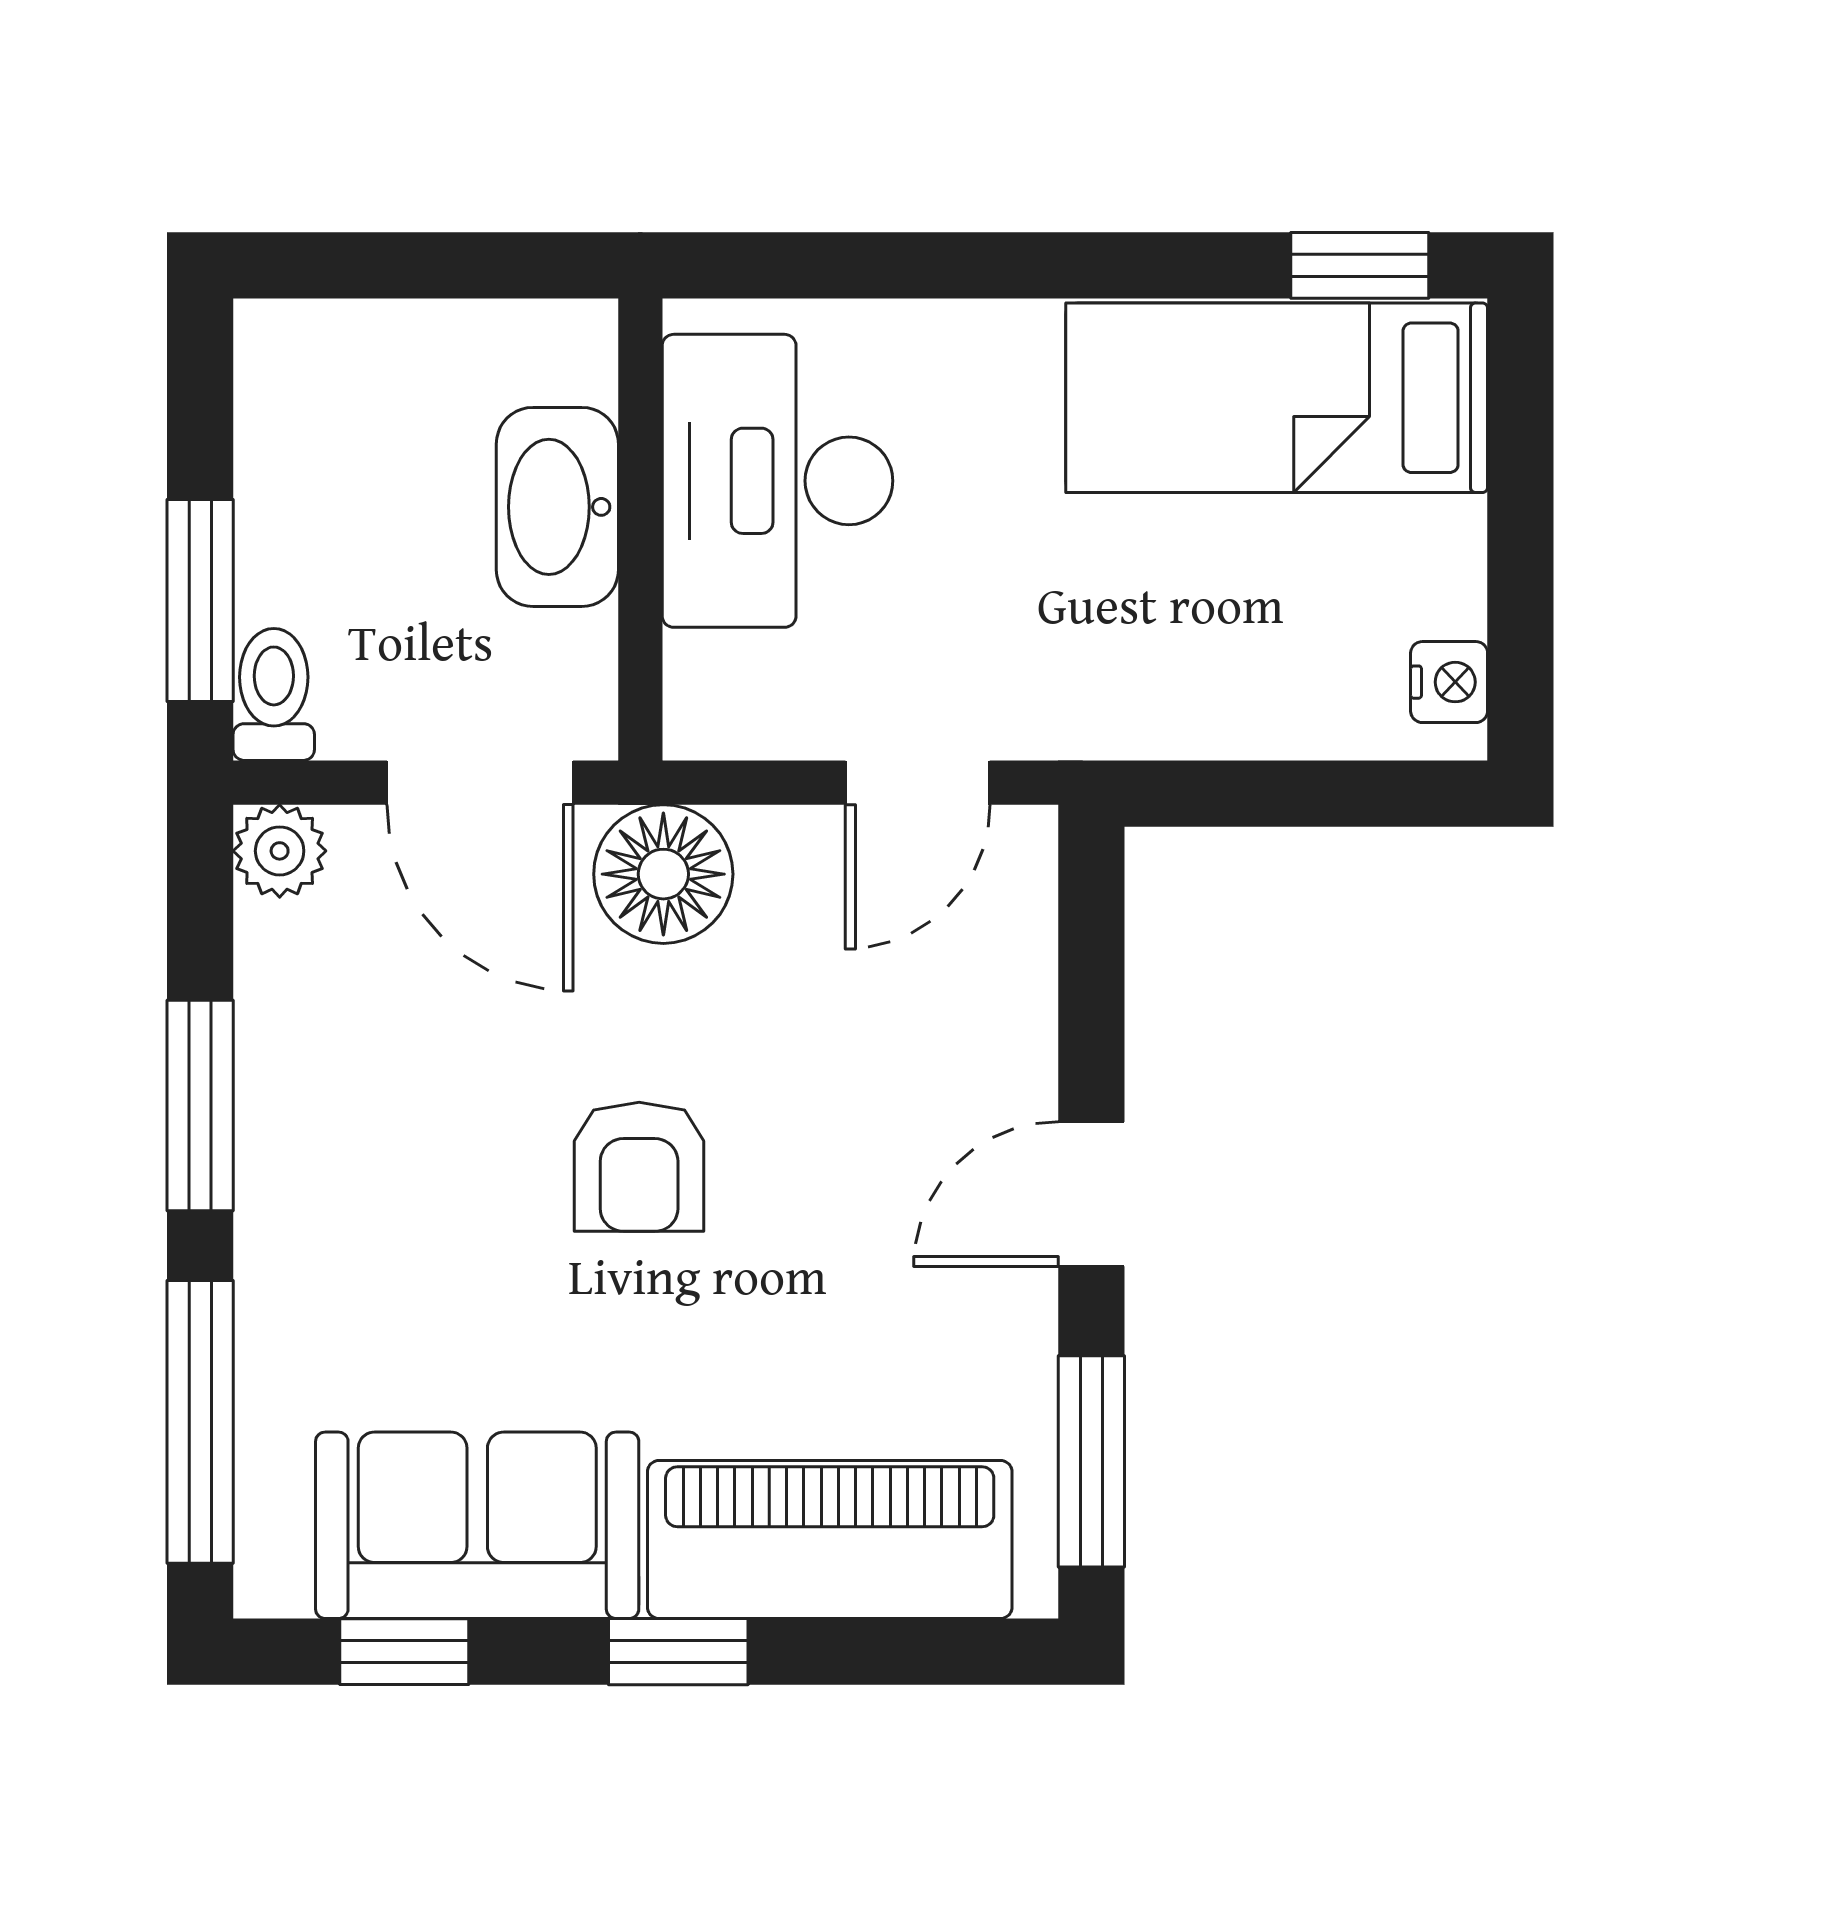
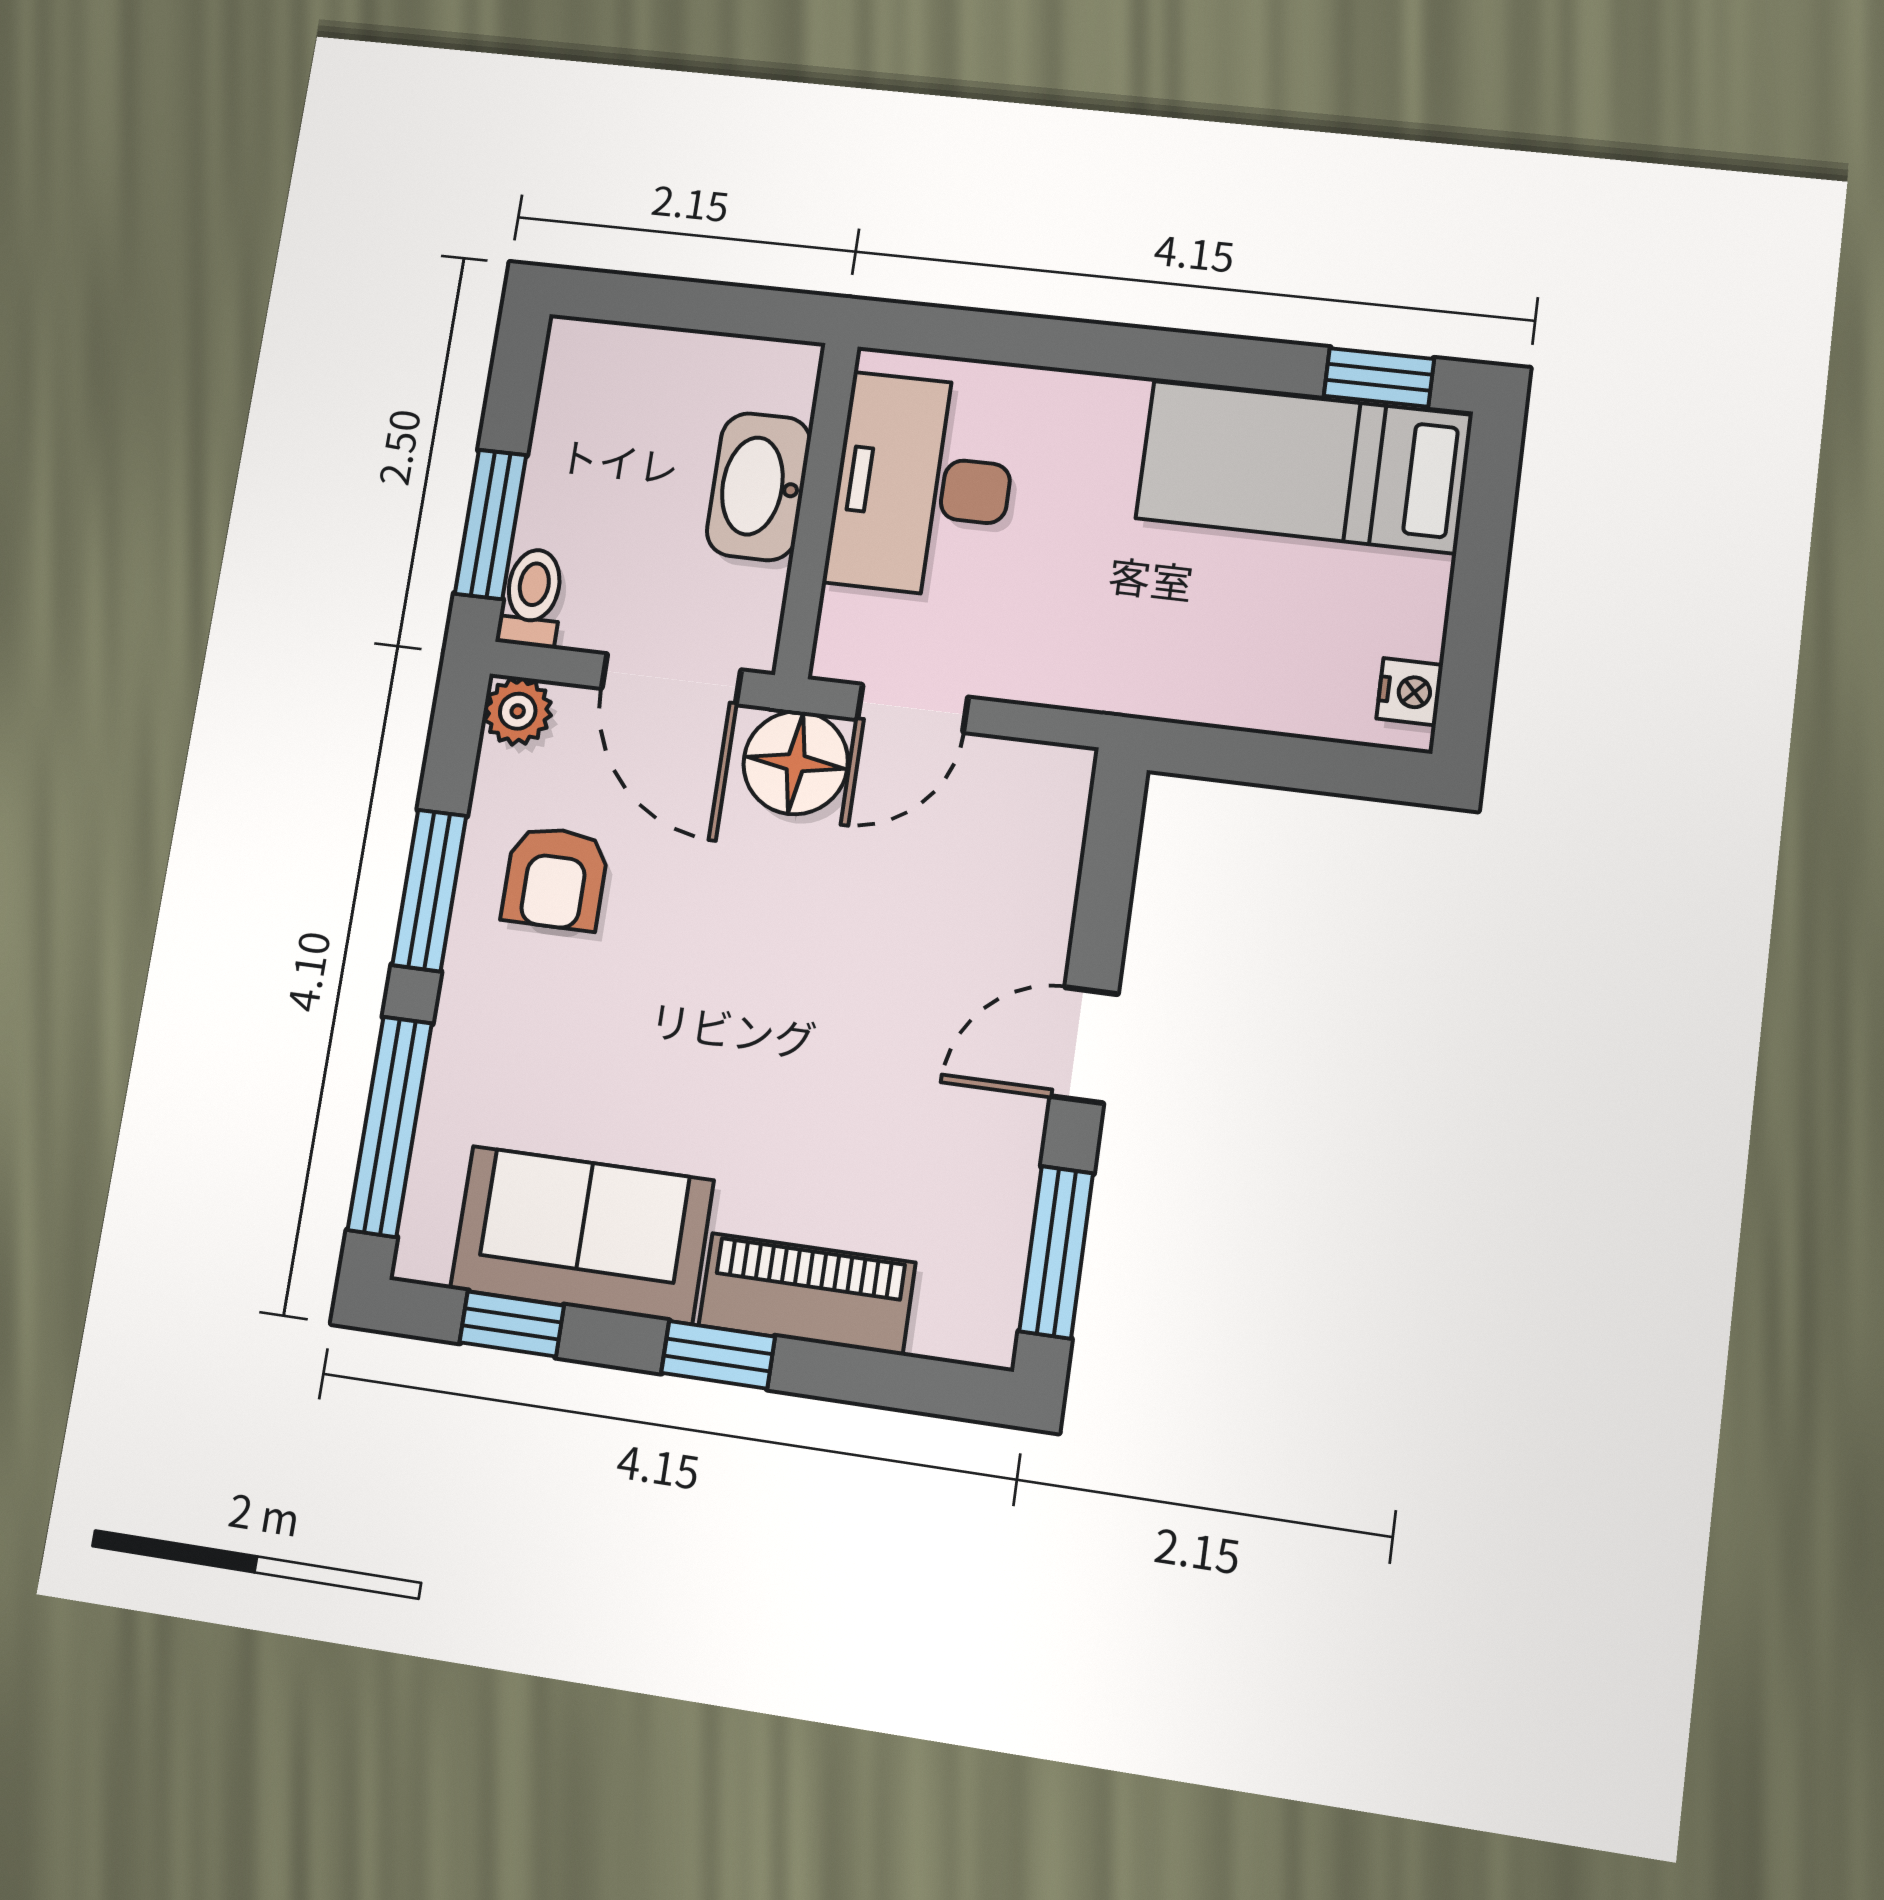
door: (918, 783) -> (913, 708), moved
armchair: (639, 1167) -> (555, 878), moved
piano: (830, 1540) -> (807, 1294), width x0.73, depth x0.75

